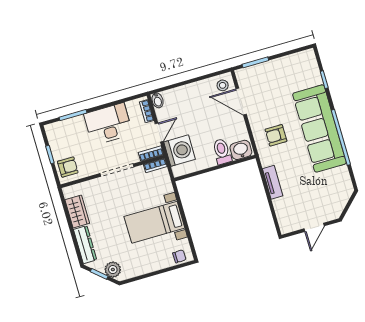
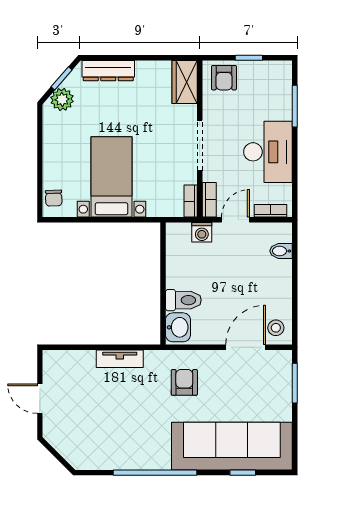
bidet: (158, 100) -> (281, 251), moved
sofa: (319, 129) -> (232, 446), moved
door: (159, 132) -> (235, 220), swing flipped
washing machine: (180, 151) -> (202, 232), width x0.53, depth x0.53
wardrobe: (77, 212) -> (185, 82), moved, turned 90

